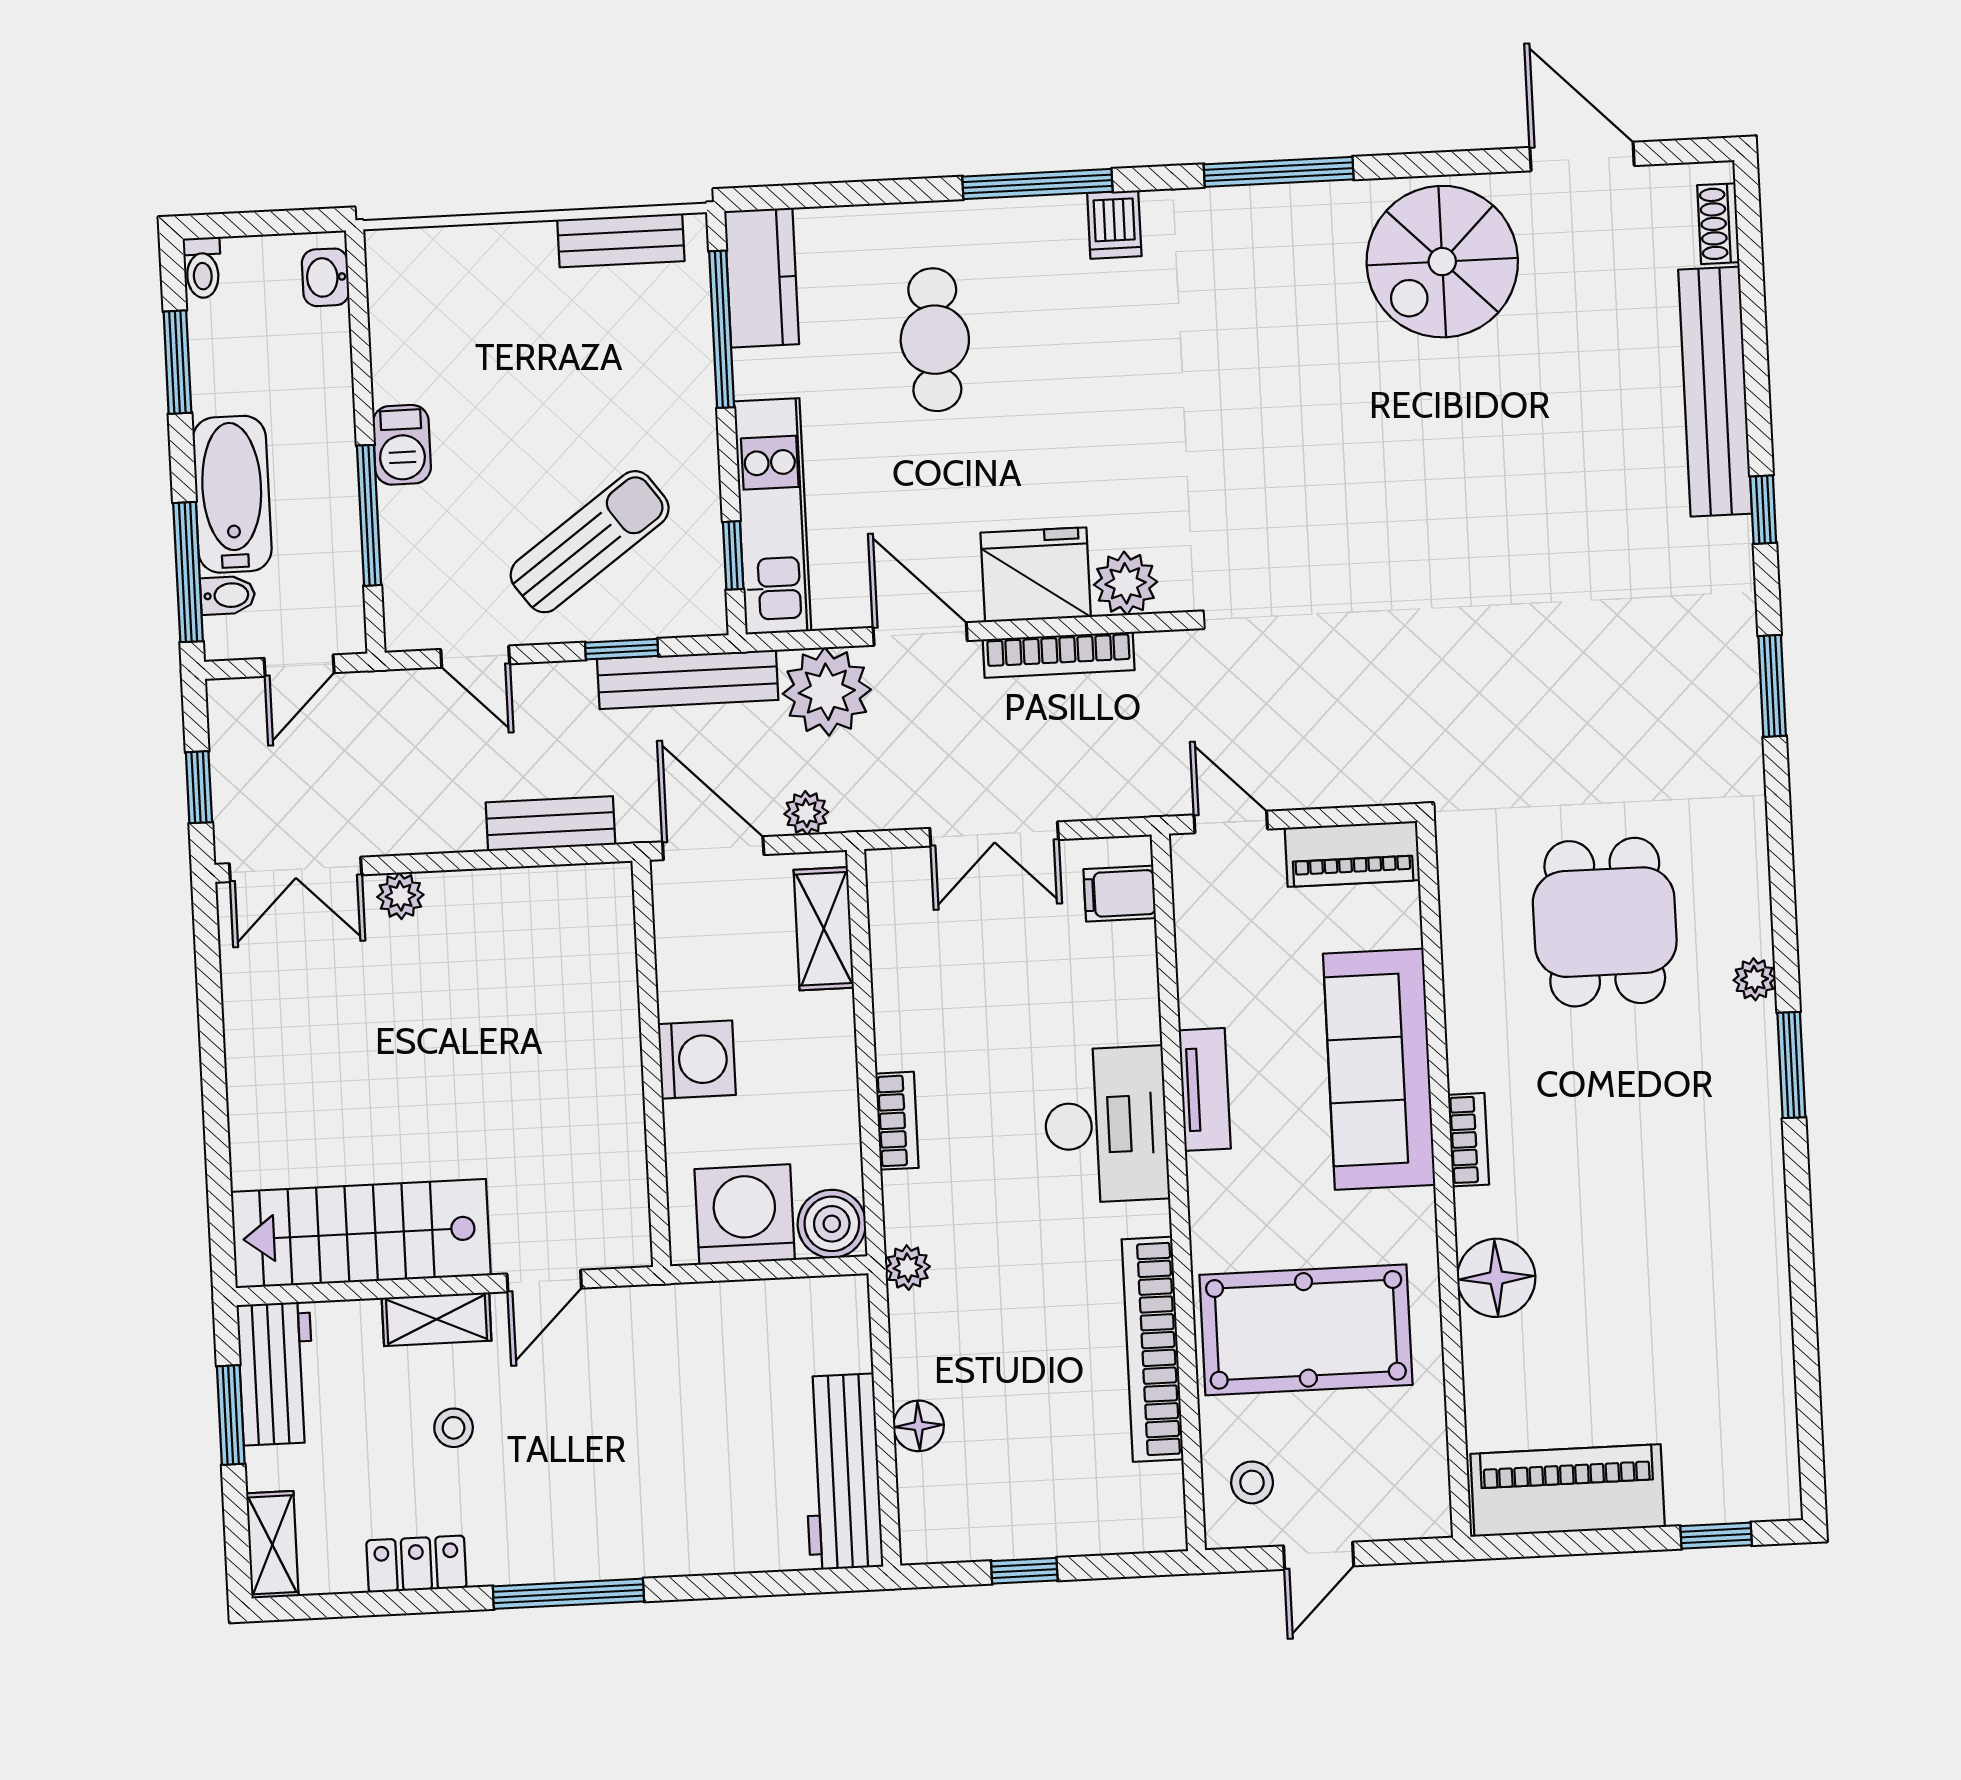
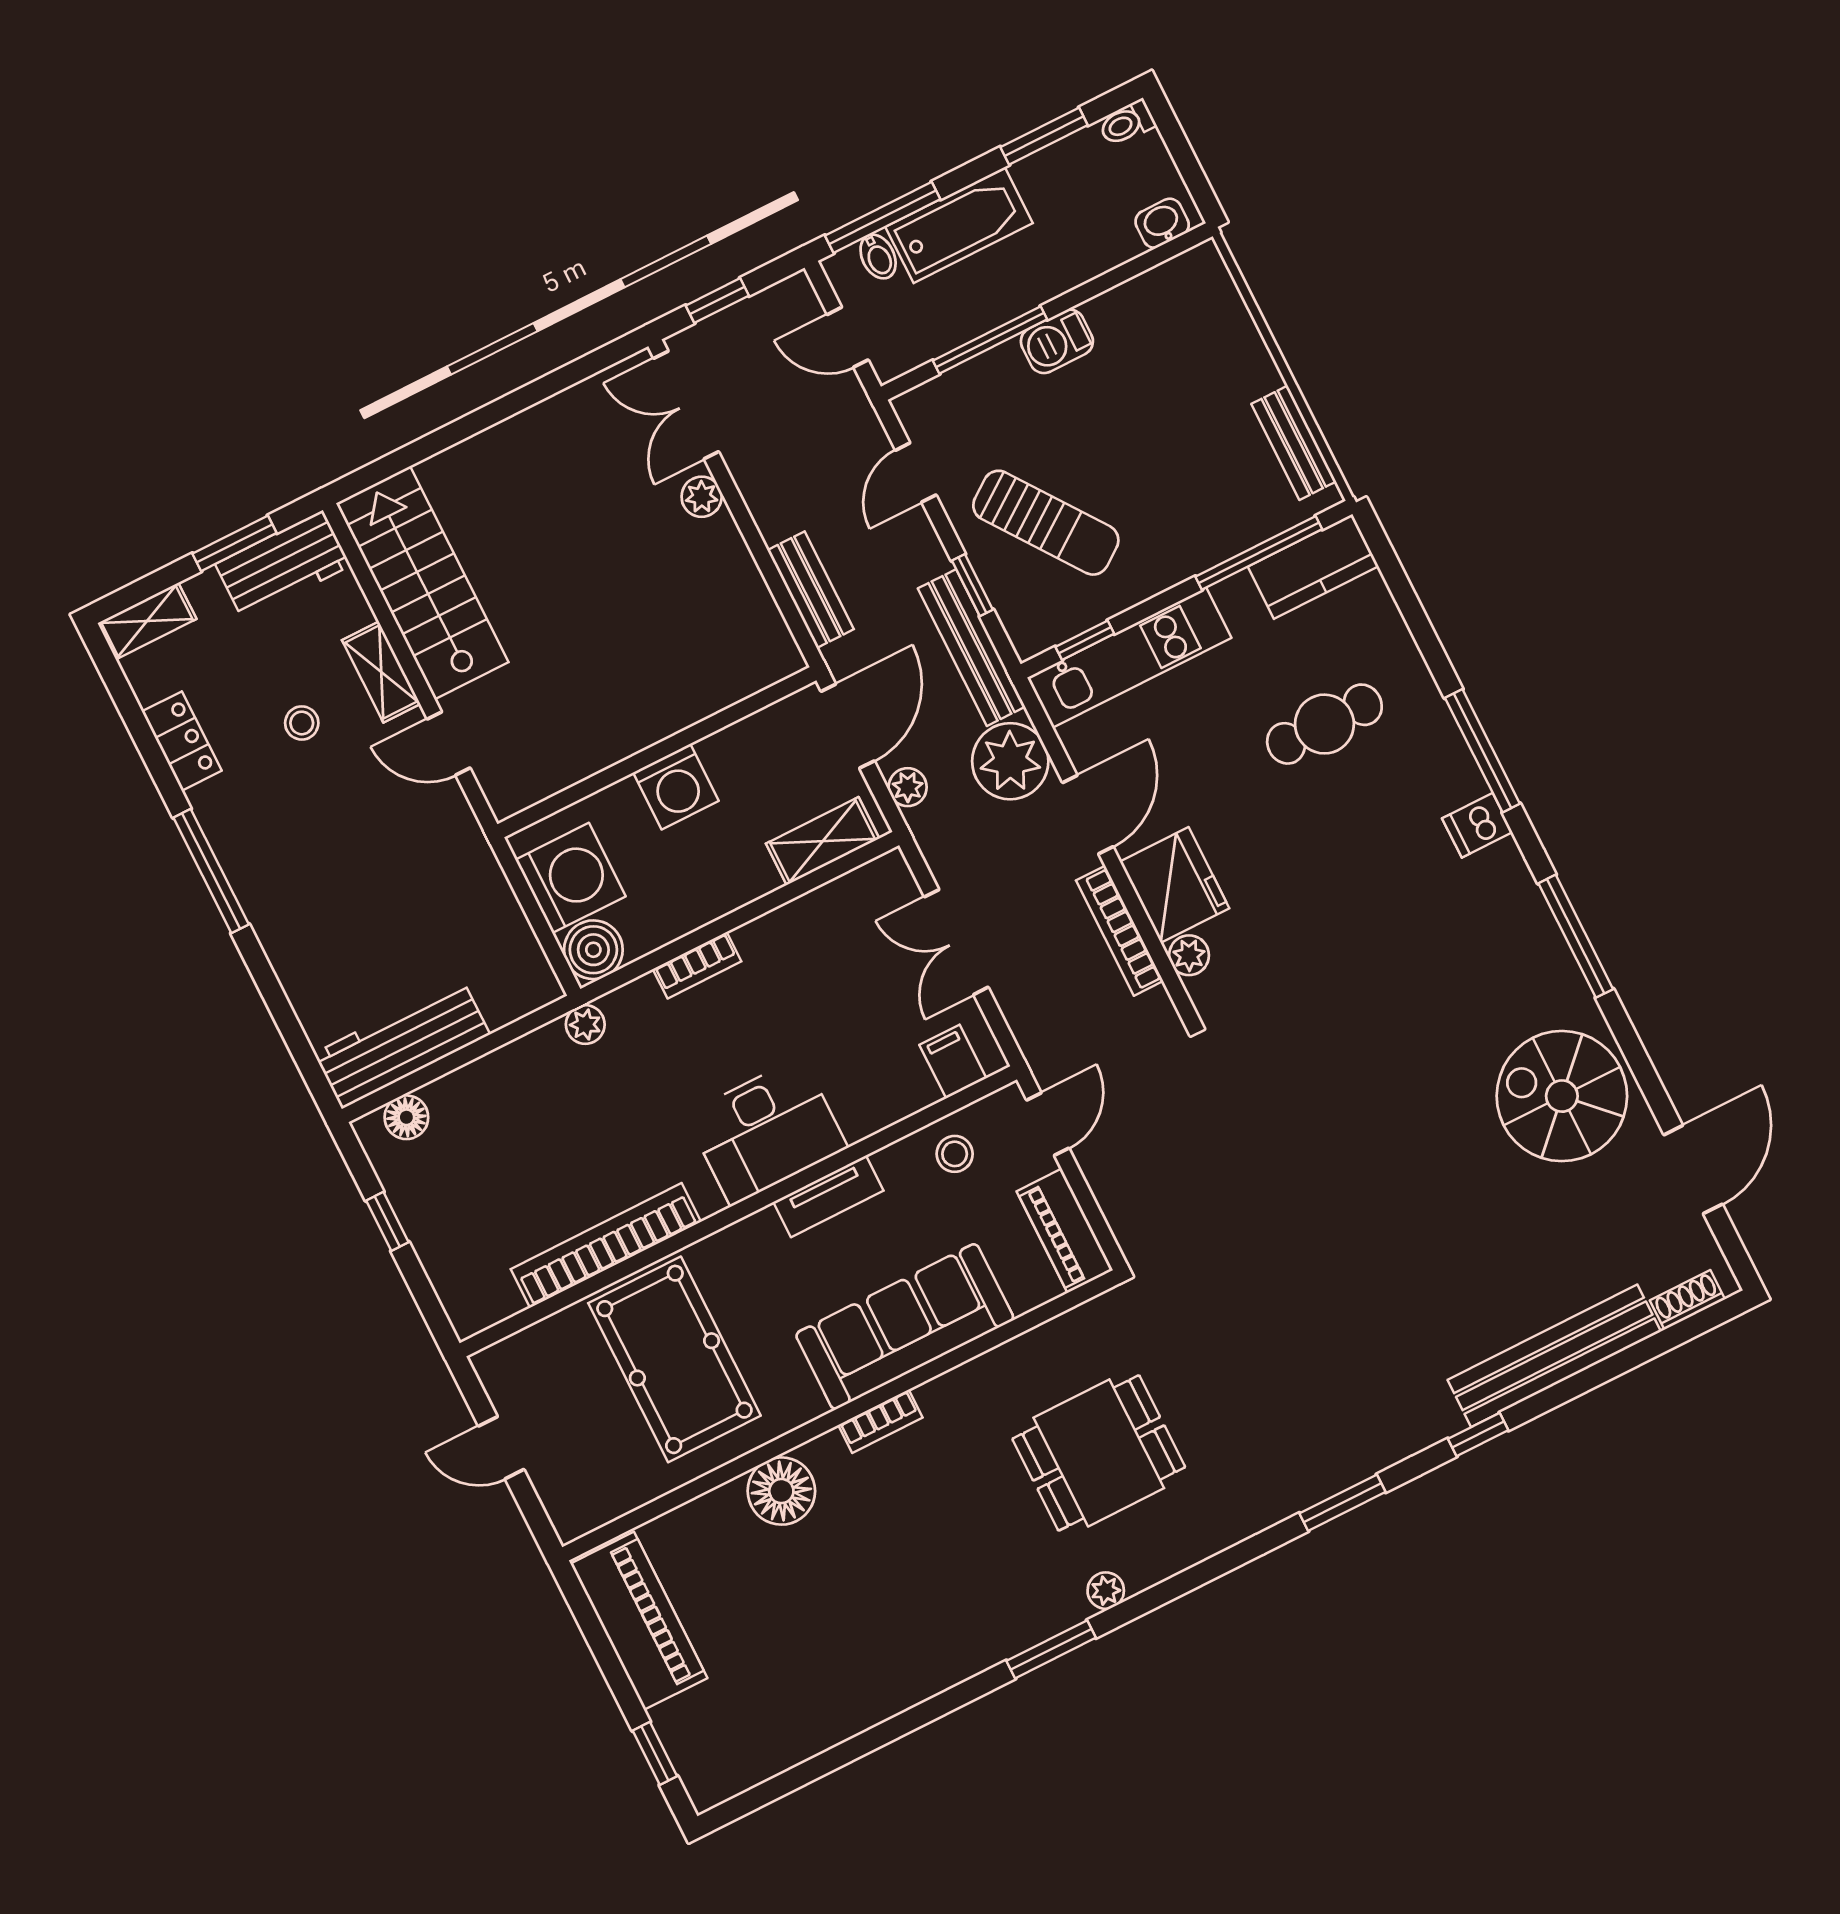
plant: (1126, 583) -> (1189, 955), width x0.73, depth x0.73
floor lamp: (919, 1426) -> (406, 1117), moved
stool: (1252, 1482) -> (955, 1154), moved

